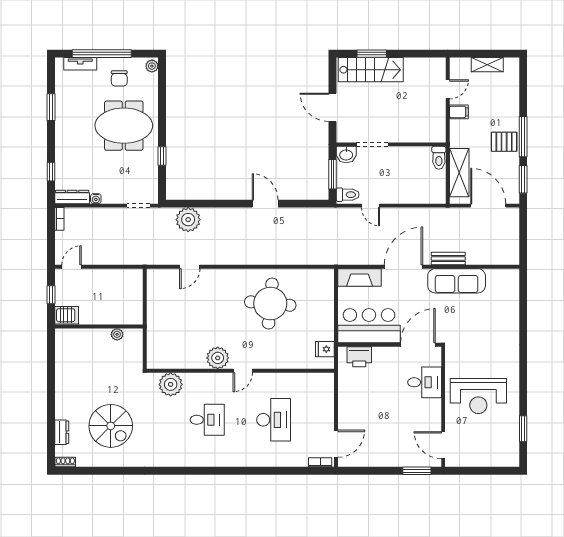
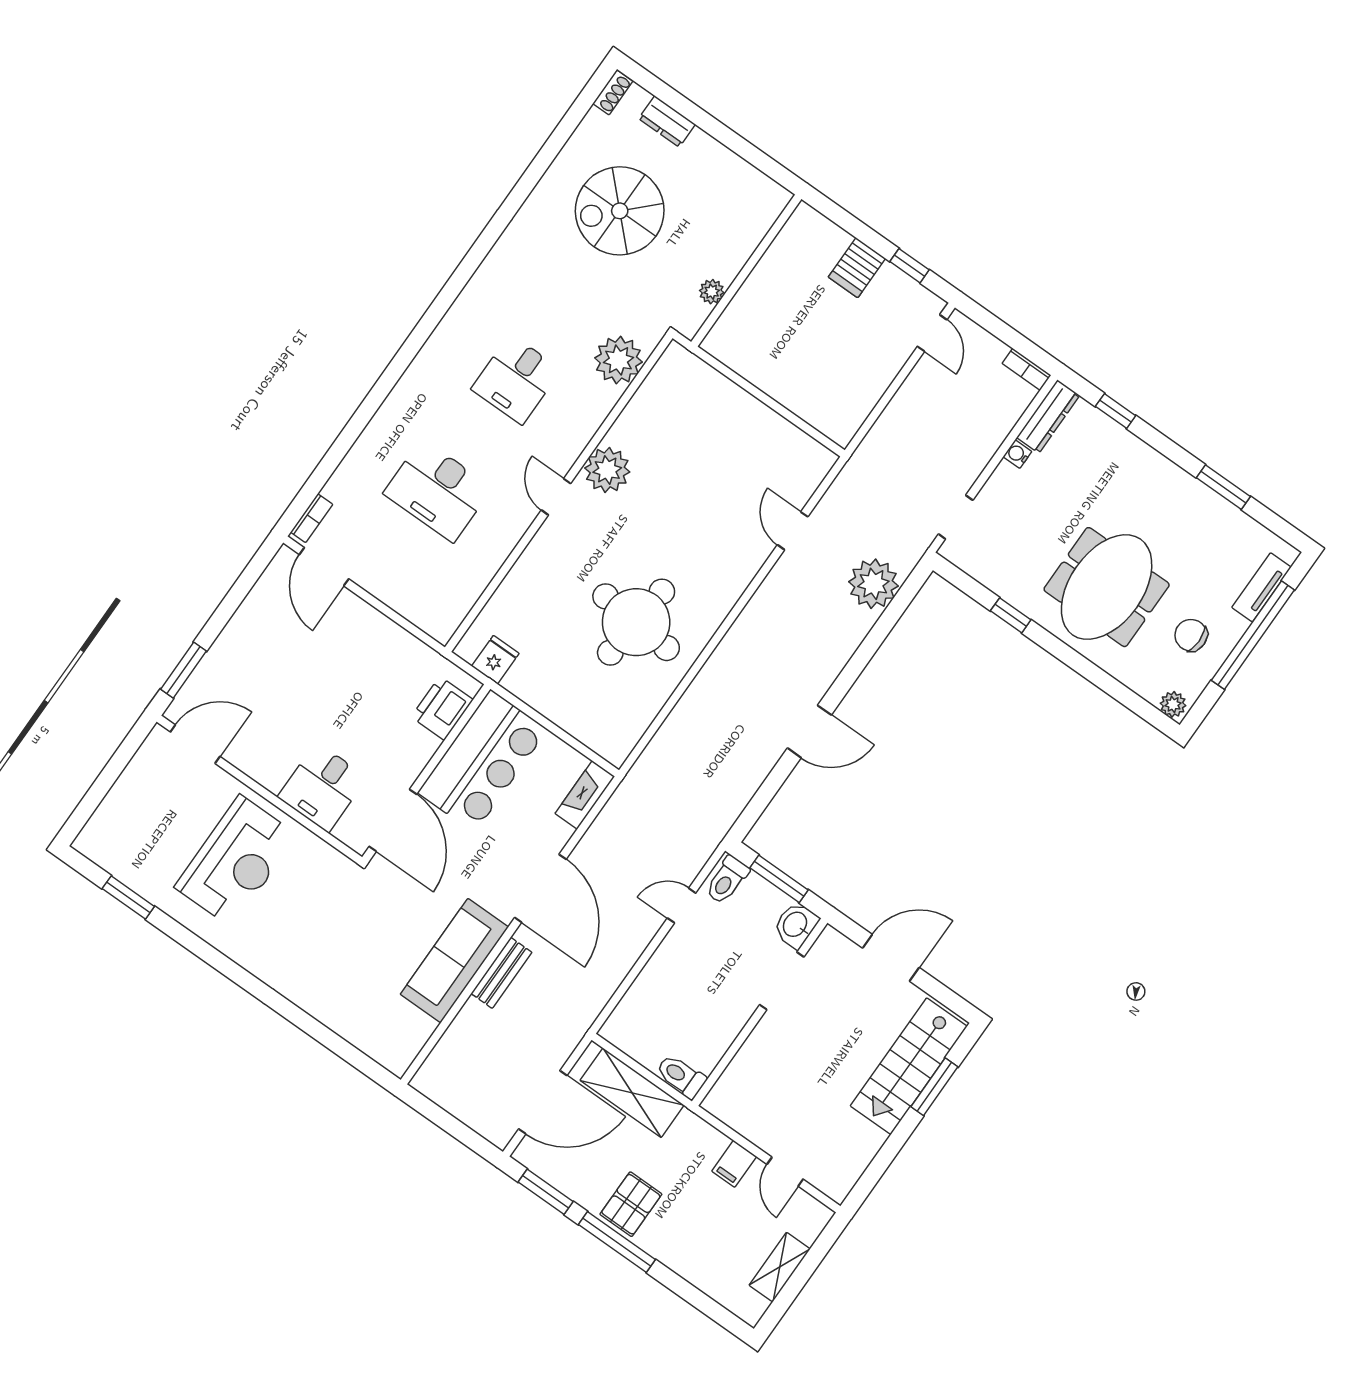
fireplace: (360, 278) -> (585, 795), width x0.73, depth x0.76
wall: (99, 326) -> (746, 271), moved
plant: (117, 334) -> (712, 292), moved
reception desk: (478, 396) -> (236, 861), turned 180

